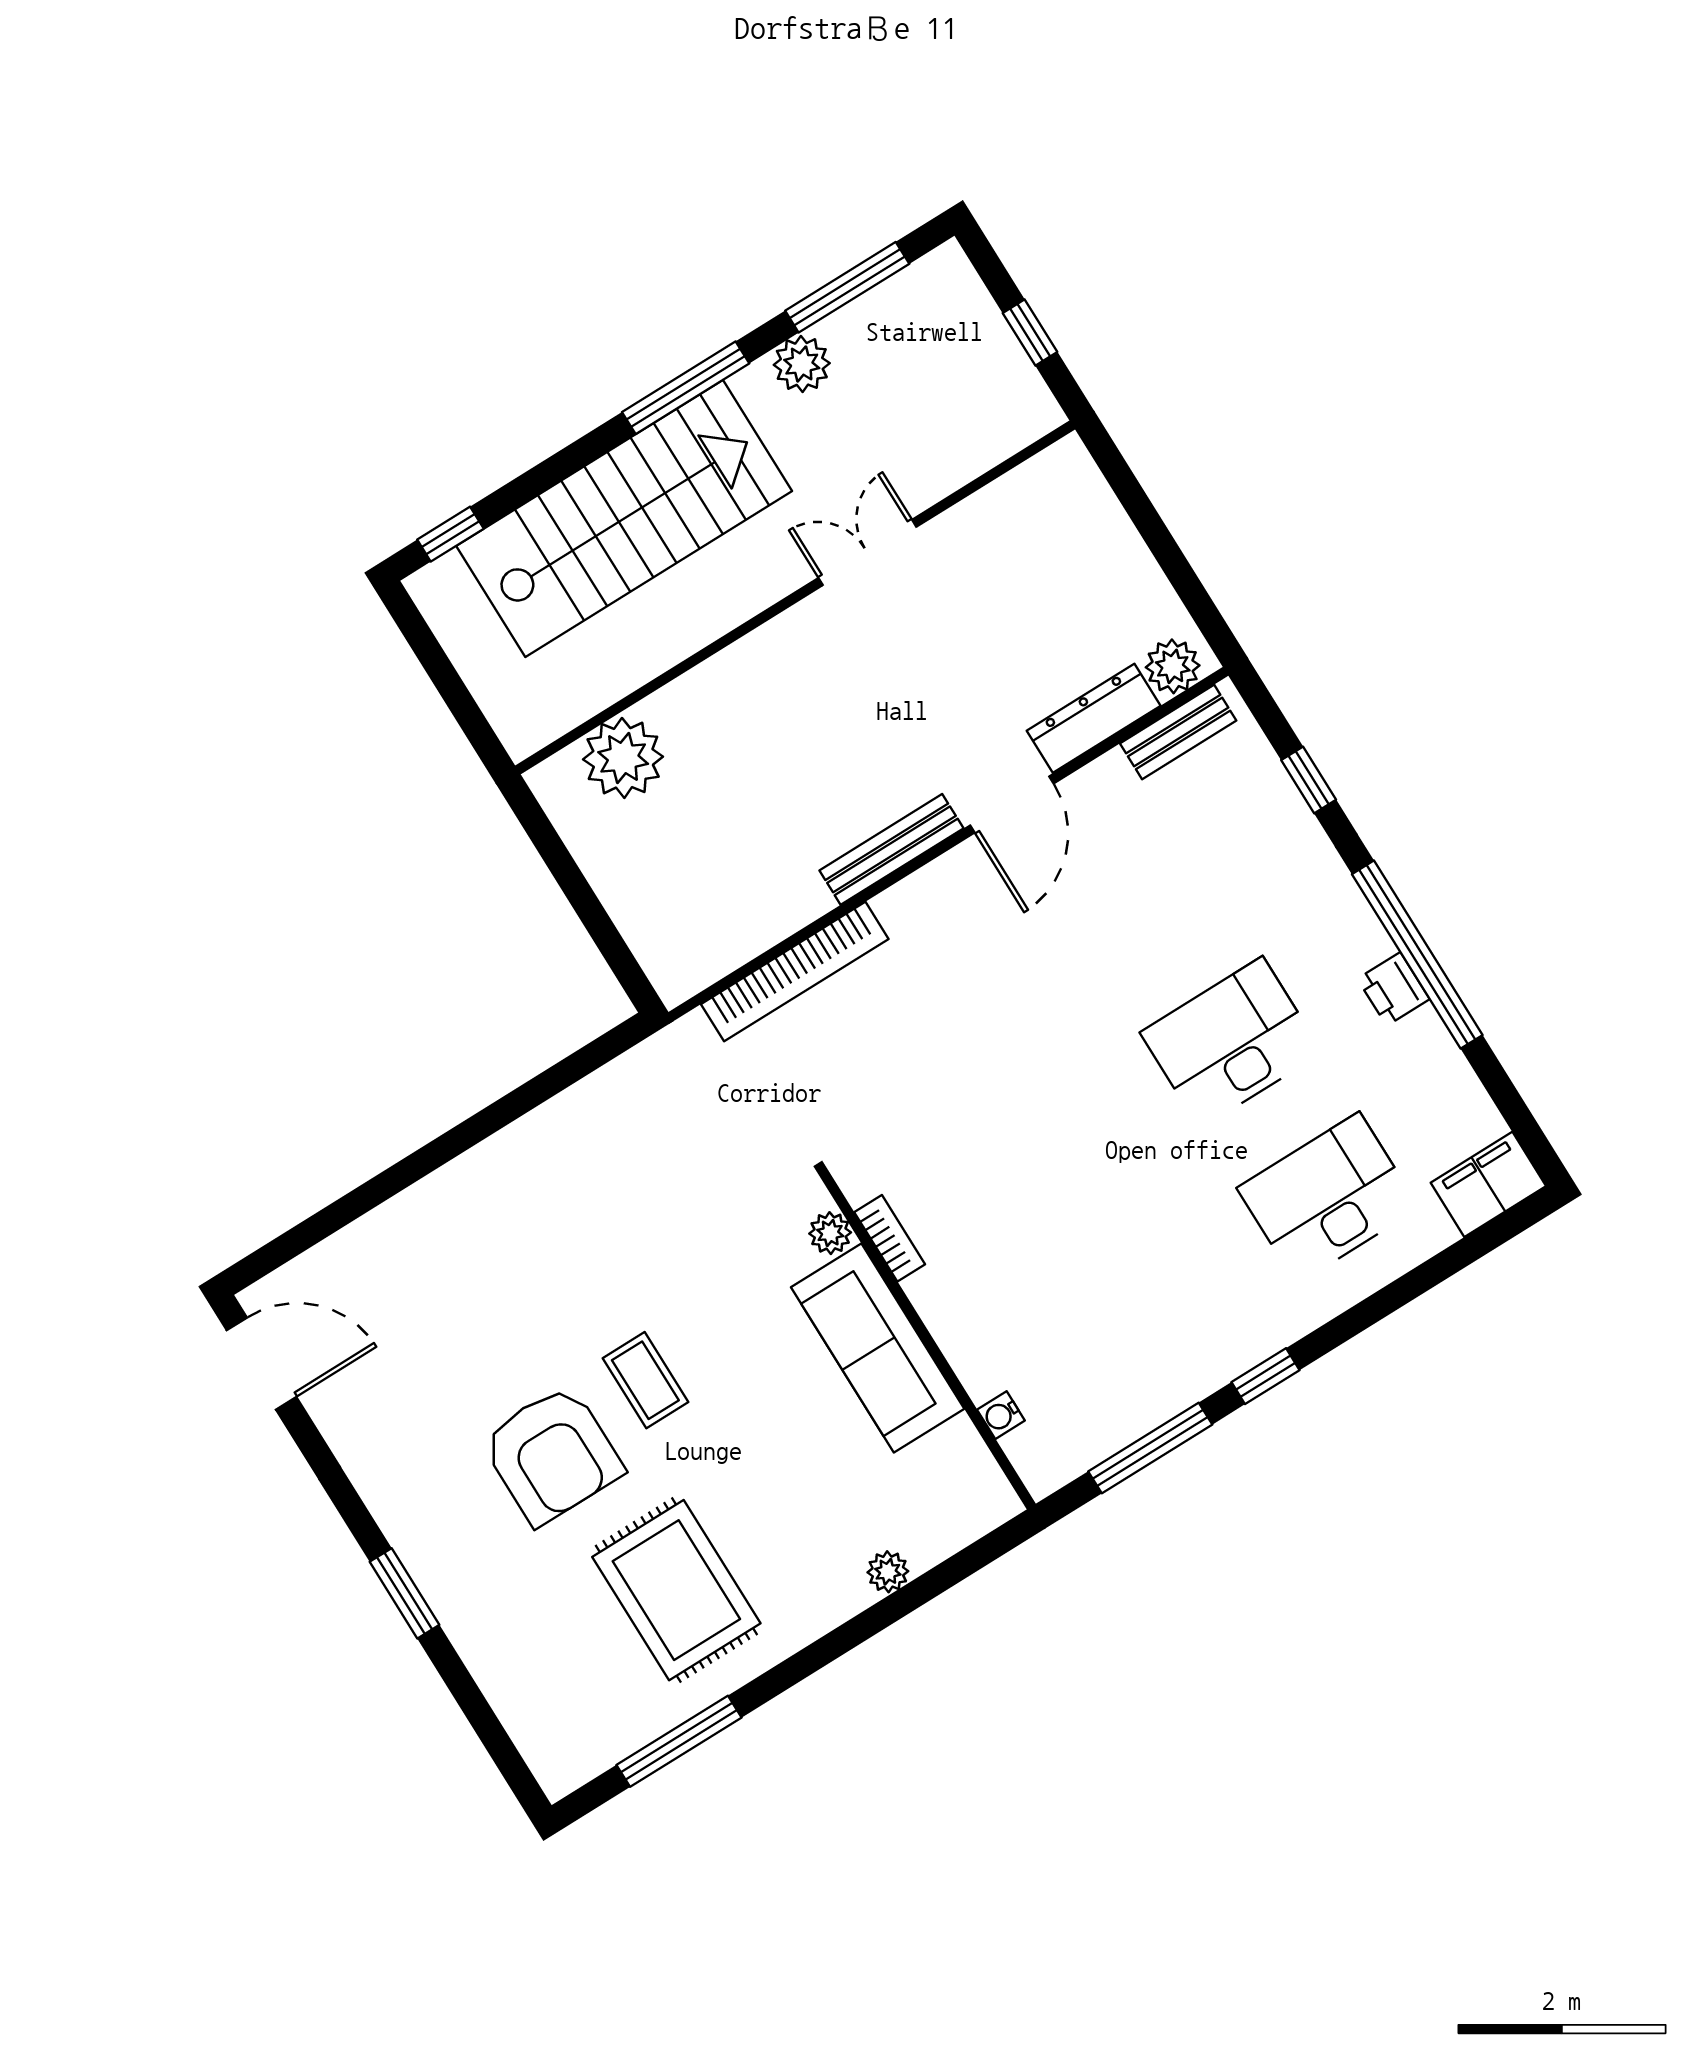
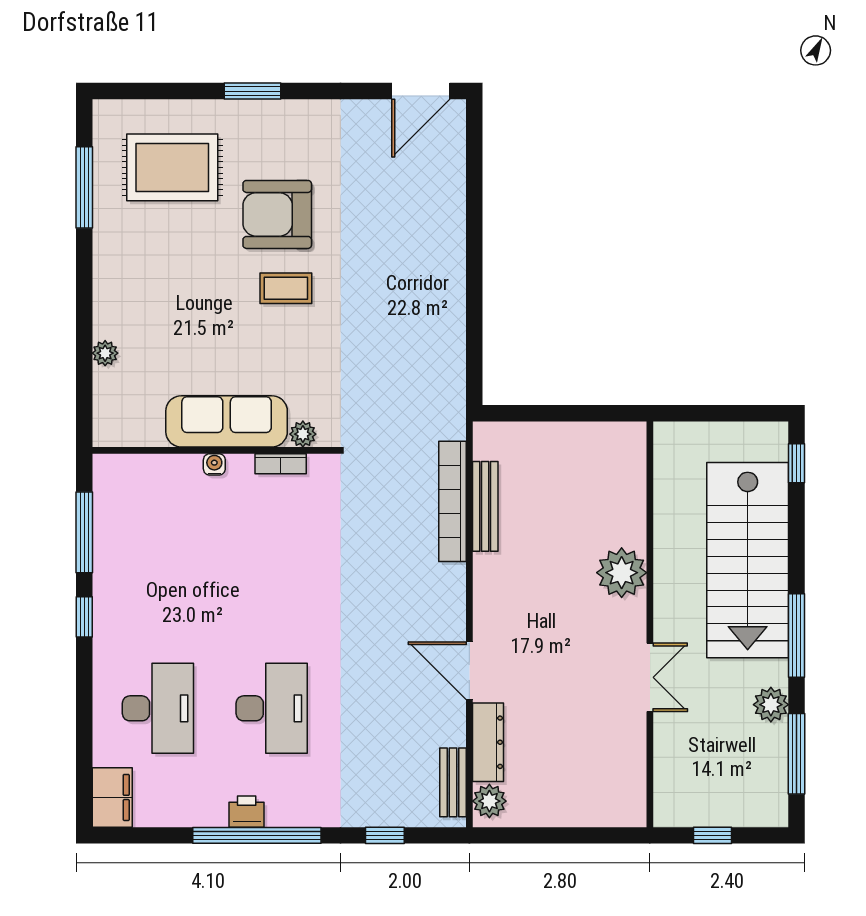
plant: (623, 758) -> (622, 573), moved
bench: (891, 849) -> (485, 506), moved
water cooler: (1001, 1415) -> (214, 464), moved
rug: (676, 1590) -> (172, 167), moved

